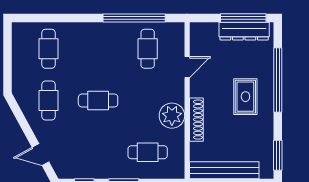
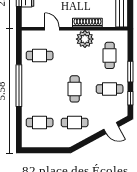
window: (134, 18) -> (19, 86), moved
cafe table: (98, 152) -> (110, 89), added
door: (40, 155) -> (111, 128), hinge flipped

